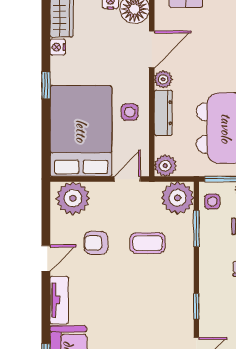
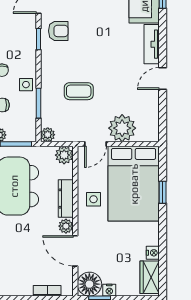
door: (152, 49) -> (75, 251), hinge flipped
window: (46, 85) -> (163, 192), moved
plant: (73, 198) -> (122, 128), moved
plant: (178, 198) -> (48, 135), width x0.53, depth x0.53
side table: (212, 202) -> (26, 85), moved
armchair: (96, 243) -> (58, 31), moved

